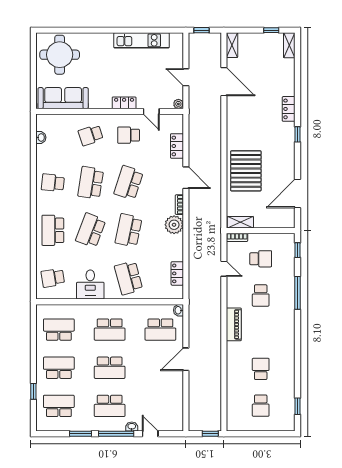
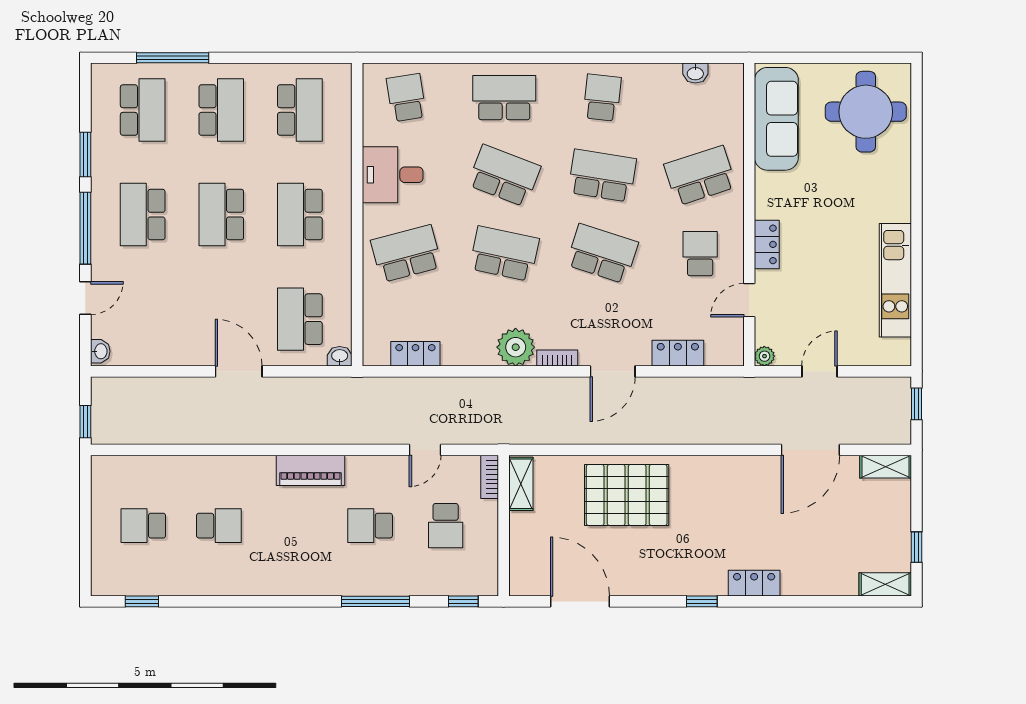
school desk: (91, 135) -> (700, 176), width x1.85
window: (33, 391) -> (173, 58), width x2.17
washbasin: (132, 427) -> (100, 351), moved

